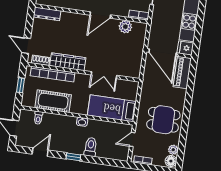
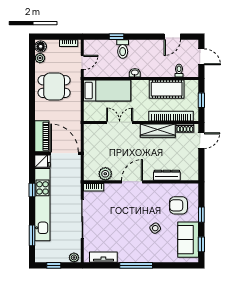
dresser: (47, 14) -> (167, 175), moved
window: (200, 21) -> (32, 190), added
door: (26, 46) -> (201, 141), hinge flipped
window: (73, 157) -> (116, 37), moved

